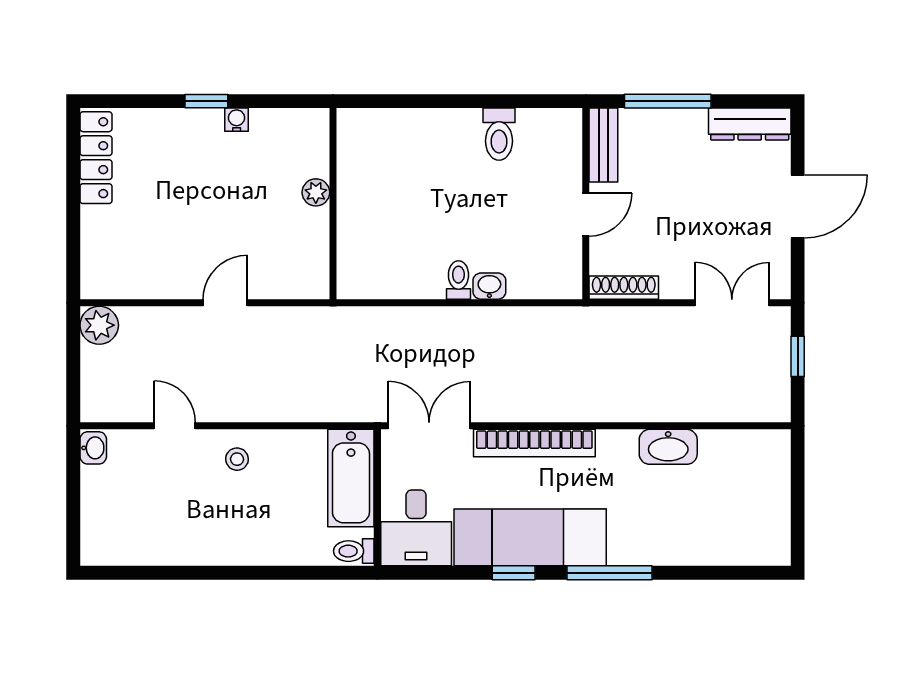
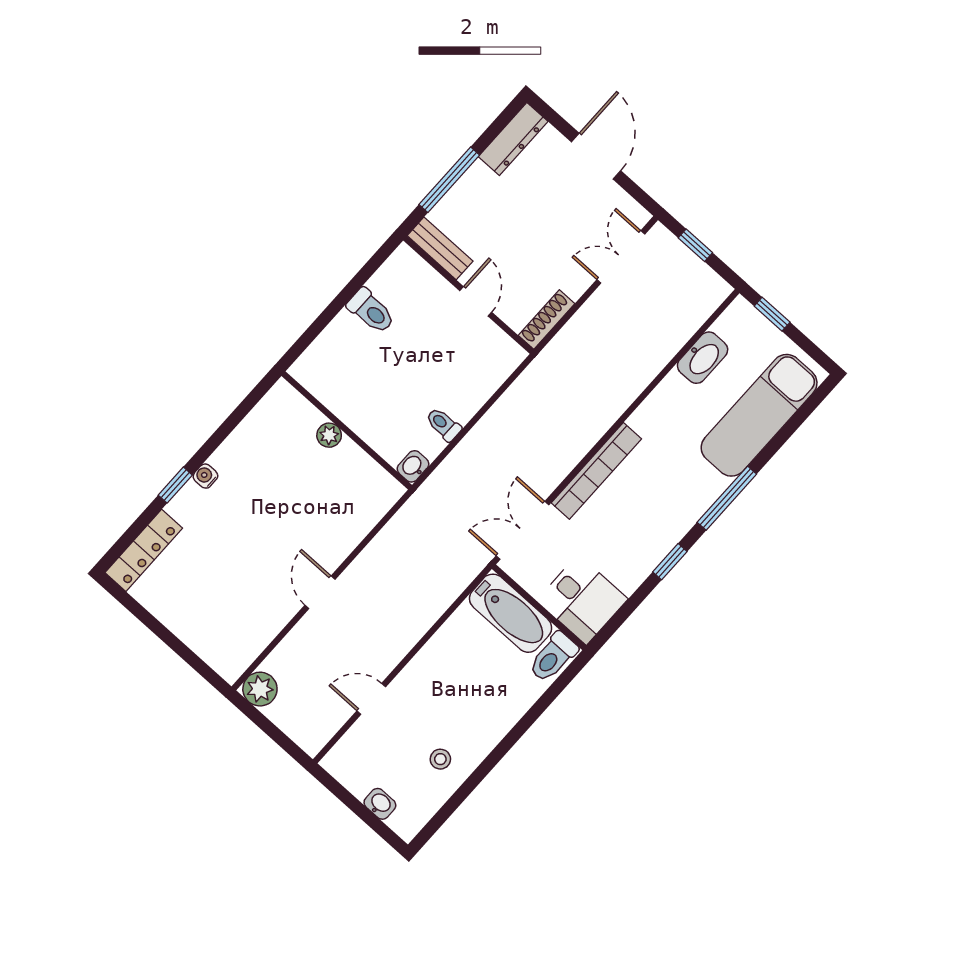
locker: (96, 158) -> (144, 550), moved, turned 90
plant: (316, 192) -> (329, 435), moved
wall: (333, 204) -> (347, 430), moved
washbasin: (489, 286) -> (413, 466), moved
washbasin: (668, 447) -> (703, 358), moved
washbasin: (93, 448) -> (380, 804), moved
stool: (237, 459) -> (440, 759), moved
window: (798, 472) -> (772, 314), added
exam couch: (530, 537) -> (759, 415), moved
toilet: (354, 551) -> (553, 657), width x1.37, depth x1.39

